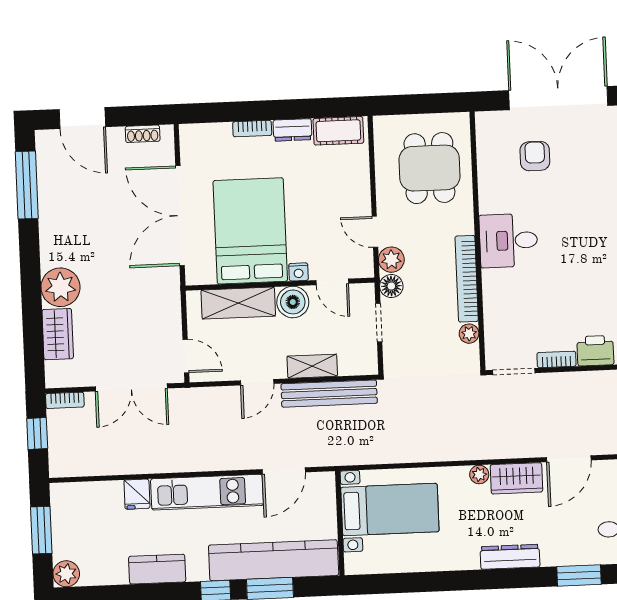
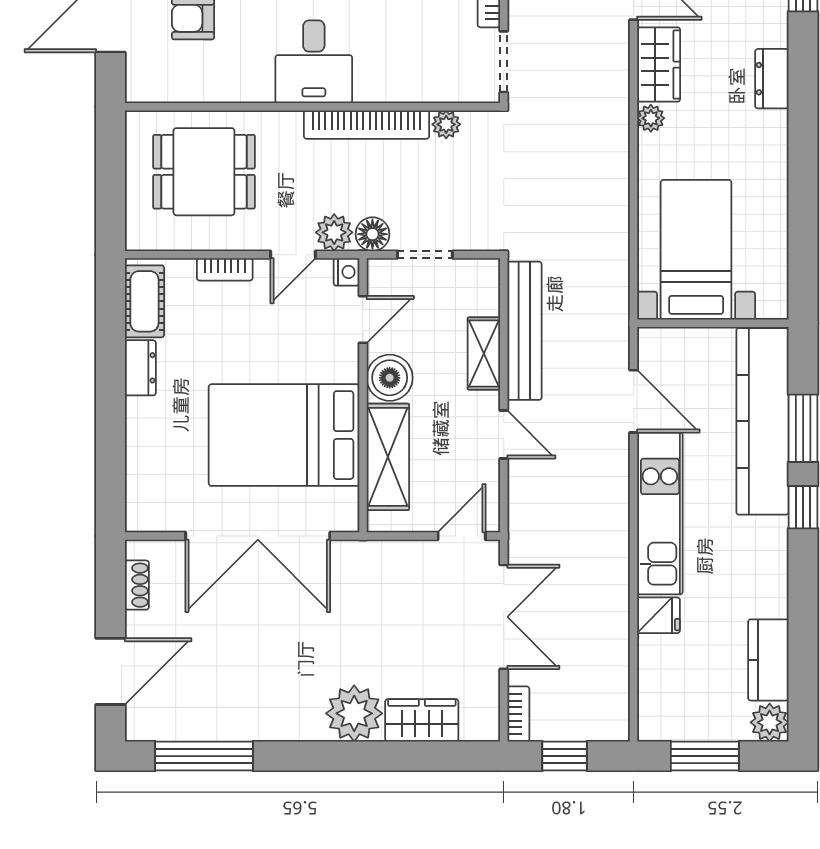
bookcase: (252, 129) -> (225, 269), moved, turned 90
nightstand: (299, 272) -> (346, 272), moved
dresser: (510, 557) -> (772, 79), width x0.70
kitchen counter: (157, 569) -> (768, 660), moved

